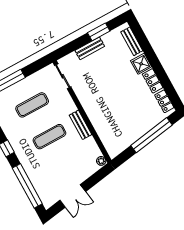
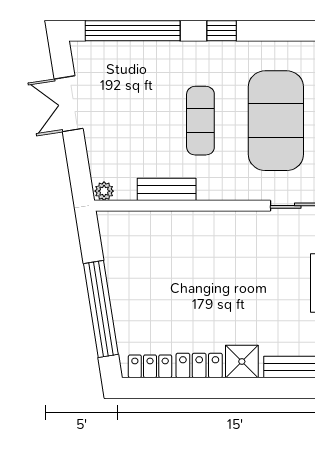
exercise mat: (32, 105) -> (276, 121), width x2.00, depth x1.45
bench: (81, 125) -> (167, 189), moved

